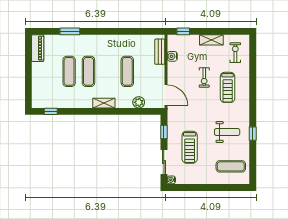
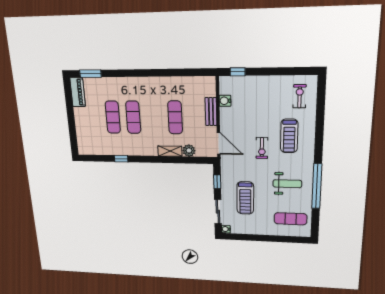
window: (70, 31) -> (90, 74), moved
shelving: (211, 40) -> (271, 82), removed
bench: (160, 52) -> (211, 112), moved
exercise bike: (204, 77) -> (262, 148), moved
shelving: (104, 103) -> (170, 151), moved
window: (51, 111) -> (121, 159), moved
window: (253, 134) -> (317, 186), width x3.17

